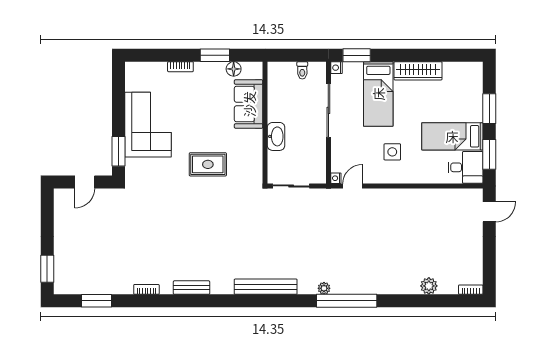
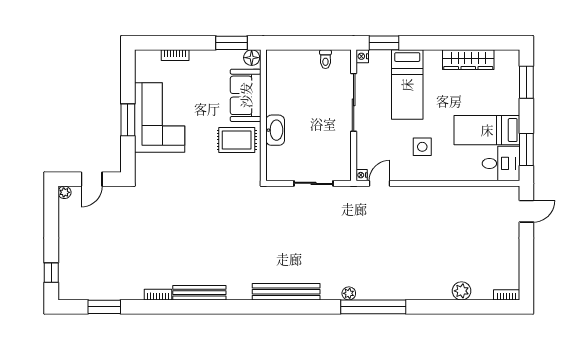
bookcase: (180, 67) -> (175, 55), moved
wardrobe: (418, 71) -> (468, 60), moved
sofa: (249, 104) -> (246, 95), moved
window: (489, 109) -> (526, 82), moved
wall: (265, 123) -> (263, 115), moved
washbasin: (276, 136) -> (275, 130), moved
window: (119, 151) -> (128, 120), moved
rug: (208, 164) -> (237, 140), moved
plant: (59, 194) -> (64, 192), added
window: (47, 269) -> (51, 273), width x0.67
bench: (192, 288) -> (199, 293), width x1.36

